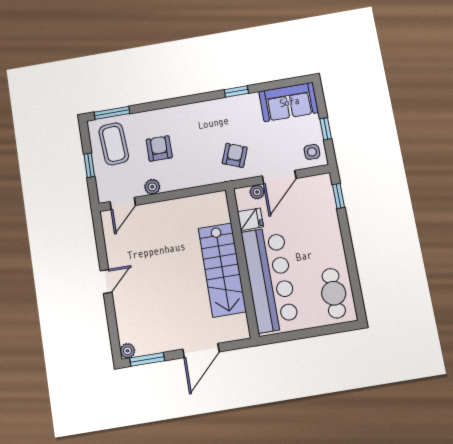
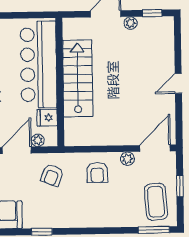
armchair: (159, 148) -> (97, 172), moved
door: (123, 204) -> (155, 148), width x1.38
plant: (128, 351) -> (131, 23), moved
window: (147, 359) -> (152, 13), width x0.67

